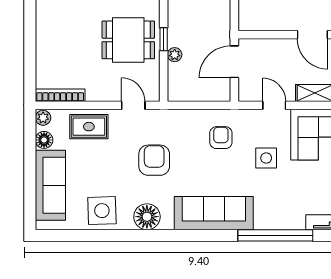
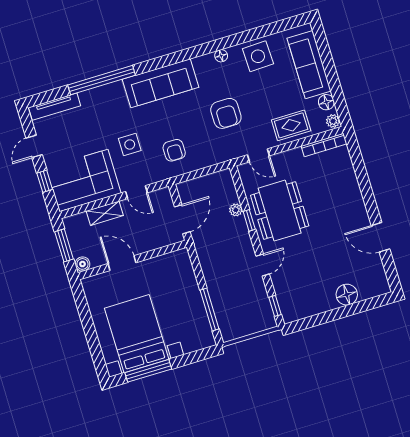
dining table: (128, 40) -> (280, 211), width x1.38
floor lamp: (147, 217) -> (221, 56), width x0.53, depth x0.53

